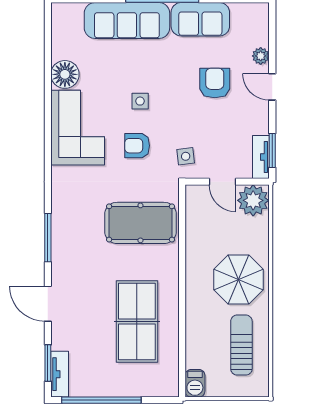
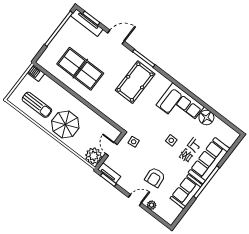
armchair: (215, 83) -> (155, 177), turned 84
armchair: (137, 146) -> (154, 125), removed
door: (222, 182) -> (111, 149), hinge flipped
pool table: (140, 223) -> (135, 82), moved
tv unit: (60, 374) -> (87, 23), width x1.41

